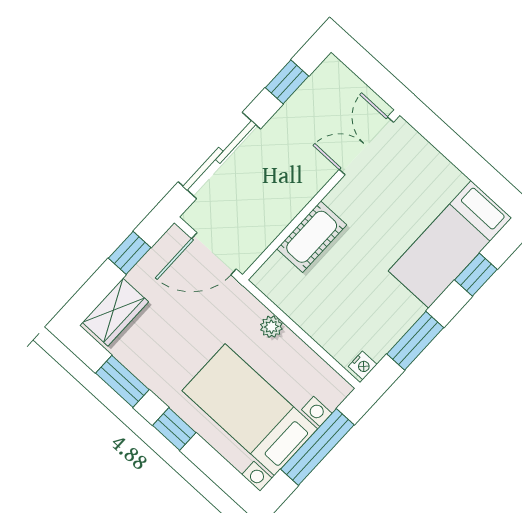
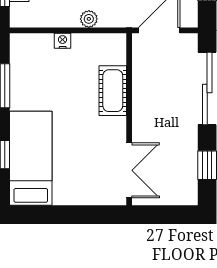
nightstand: (363, 365) -> (63, 41), moved, turned 90

